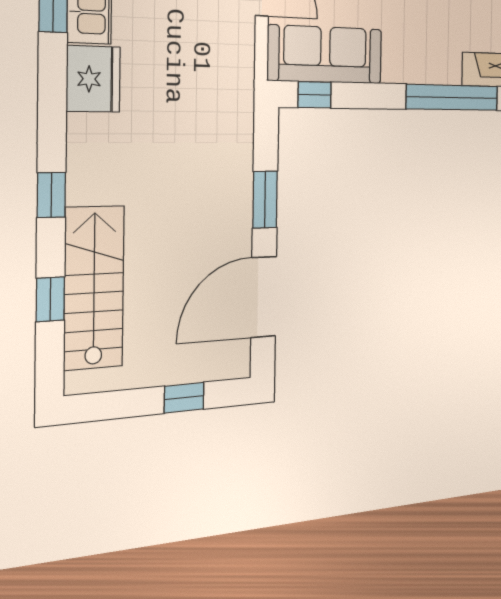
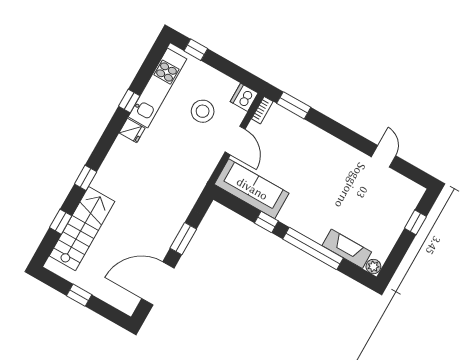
fridge: (93, 79) -> (132, 131), width x0.53, depth x0.75
window: (315, 95) -> (266, 222), moved
window: (184, 398) -> (79, 295), moved

